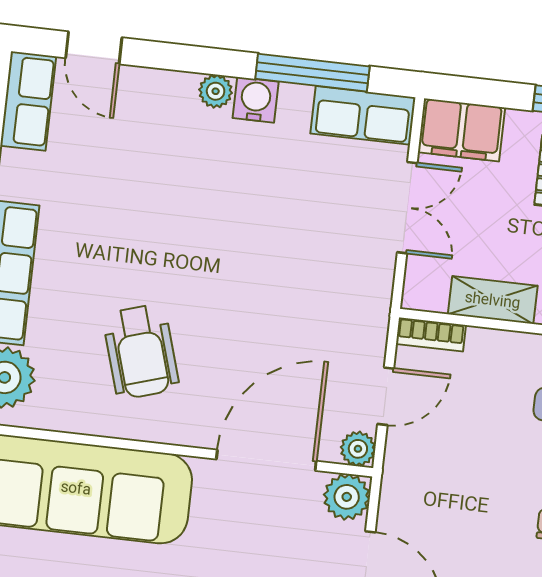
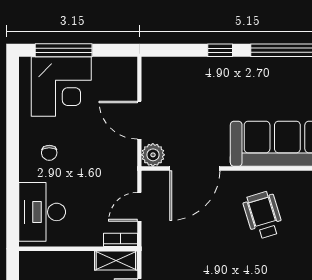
shelving: (493, 300) -> (116, 260), moved
plant: (358, 449) -> (150, 179), removed

